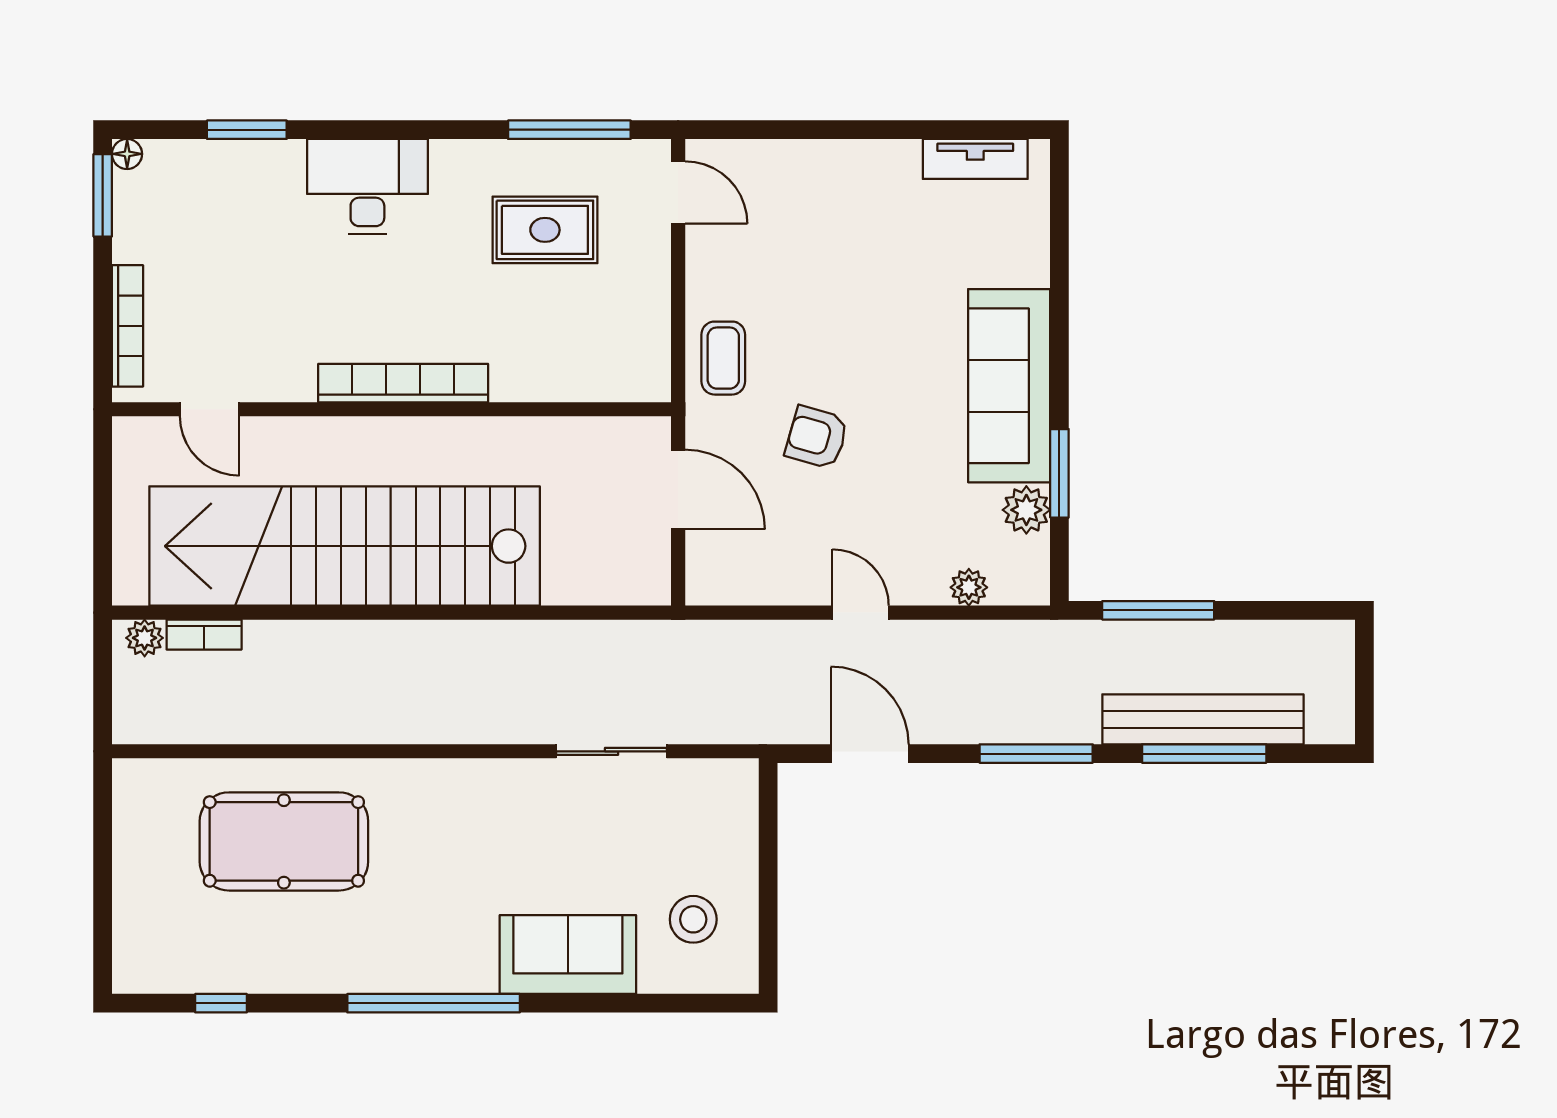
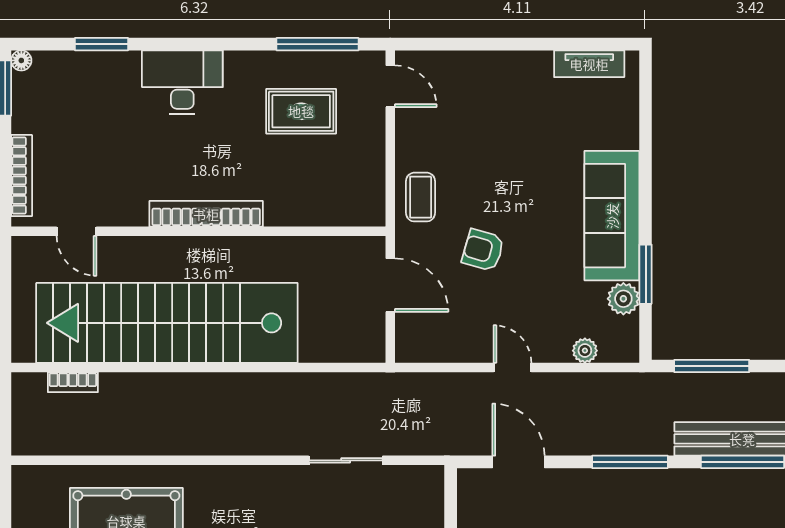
plant: (145, 638) -> (33, 384), removed

